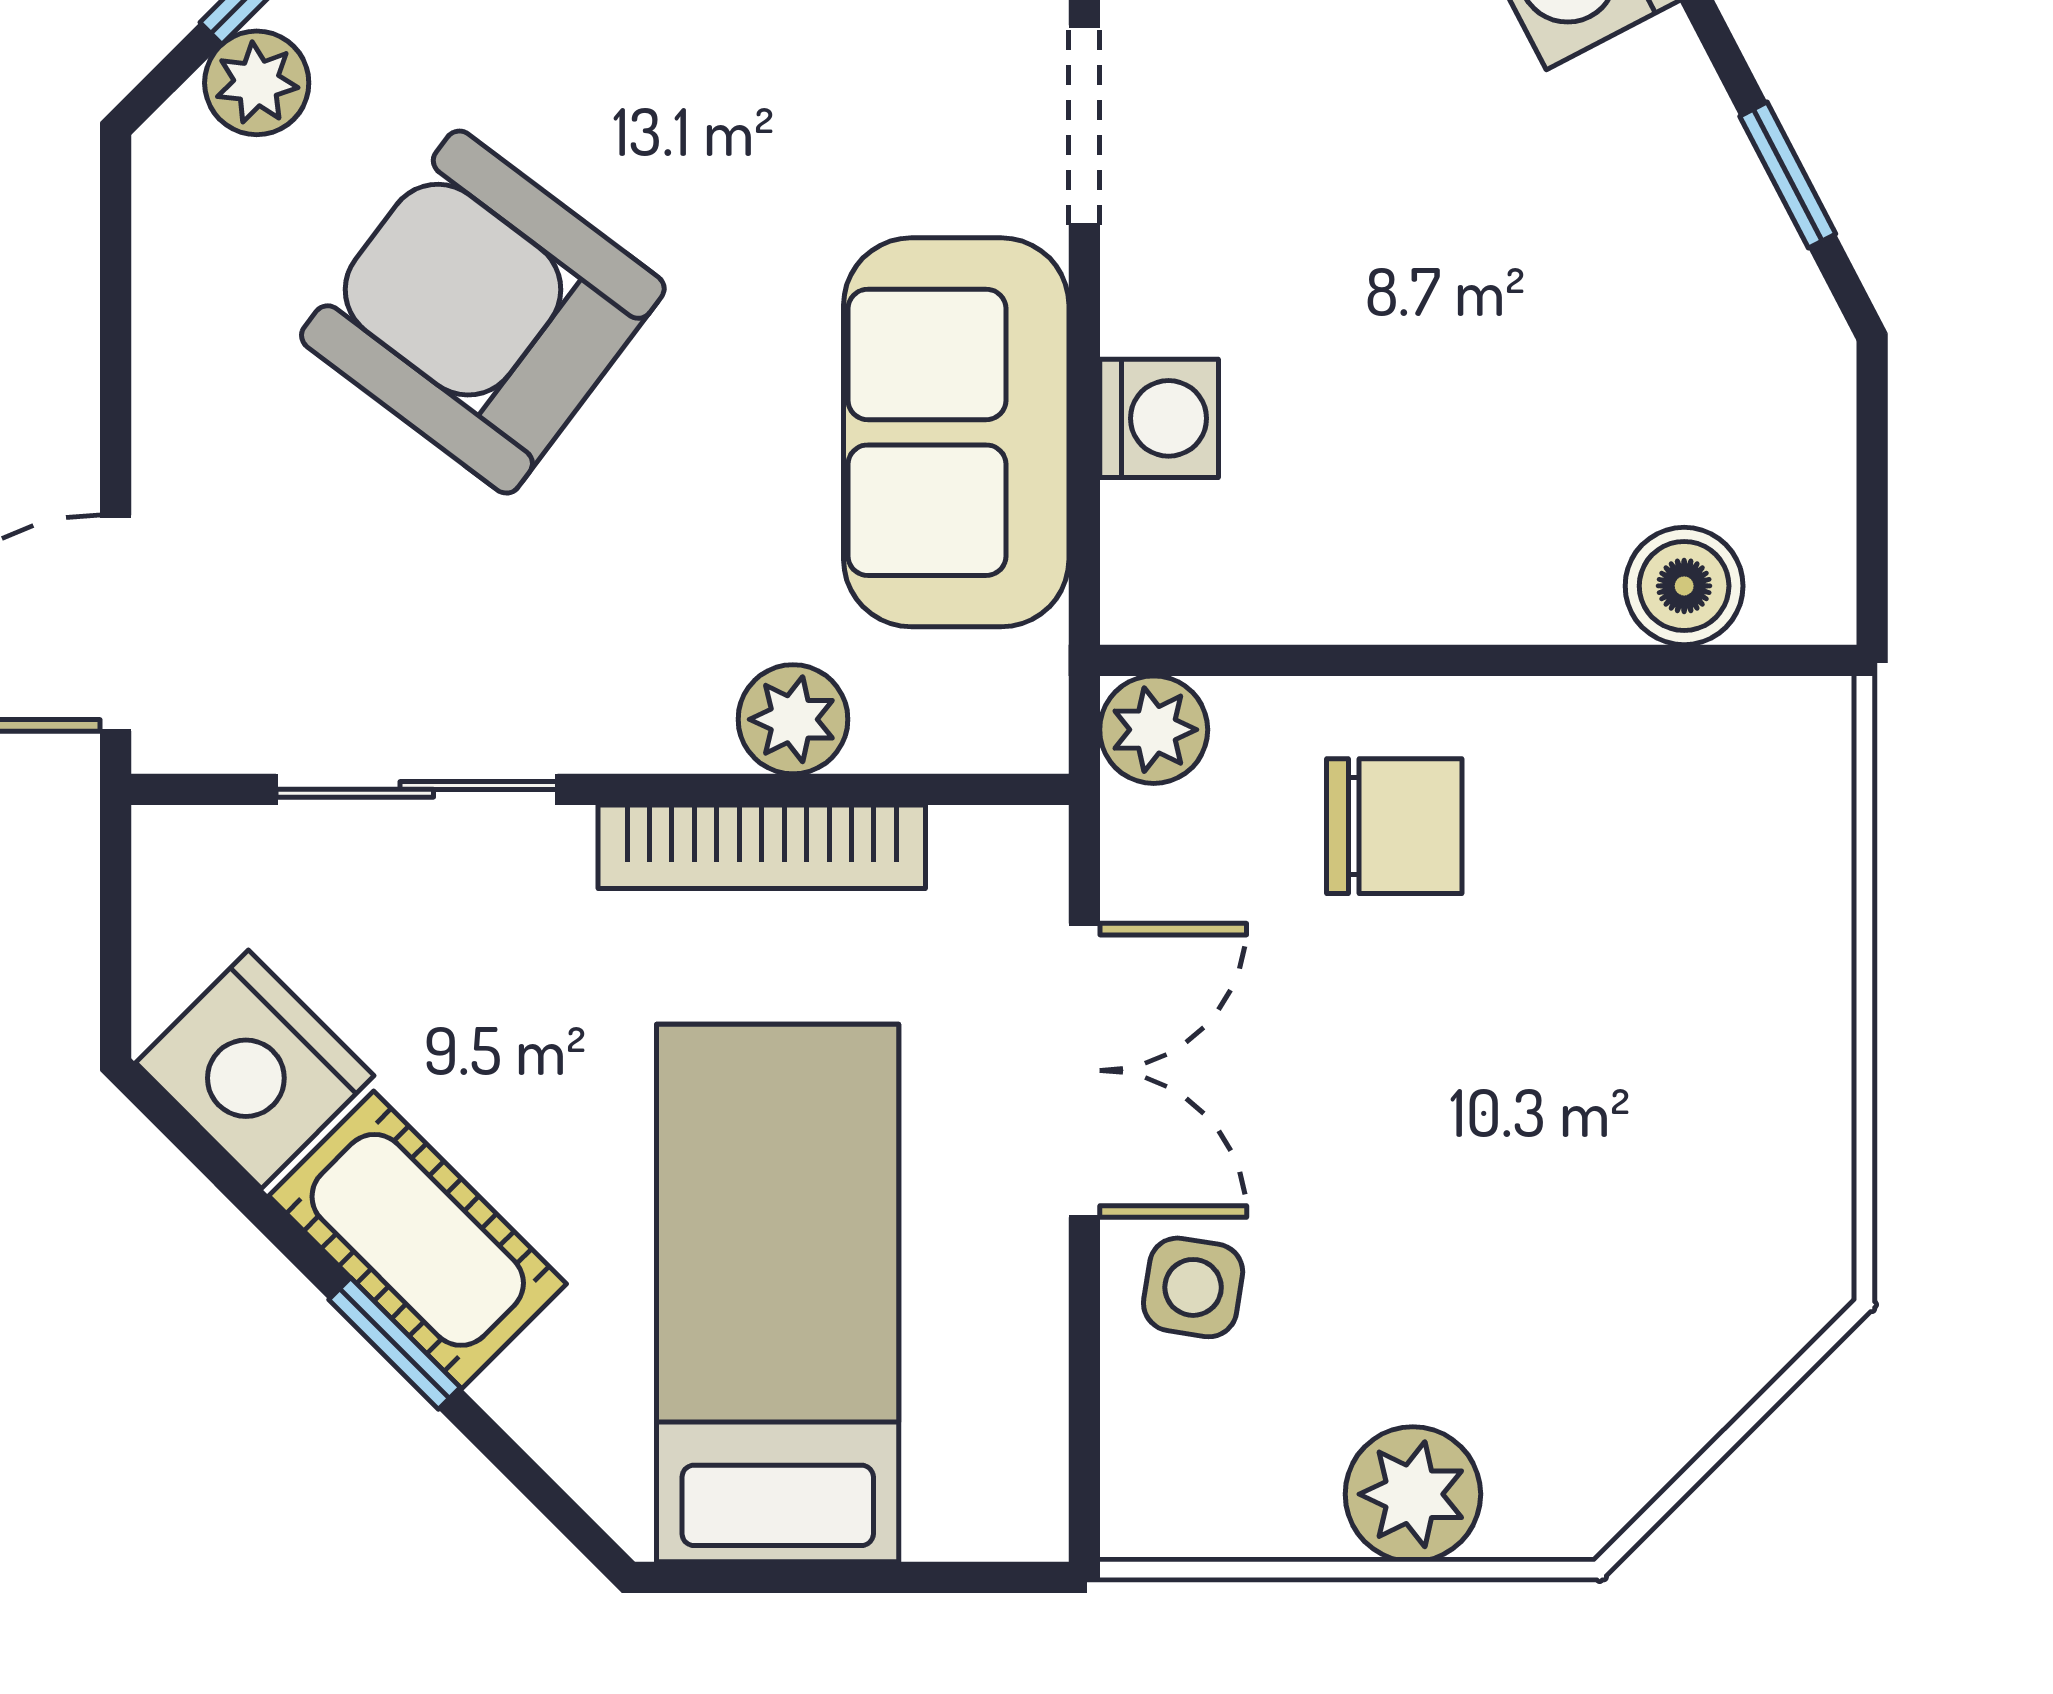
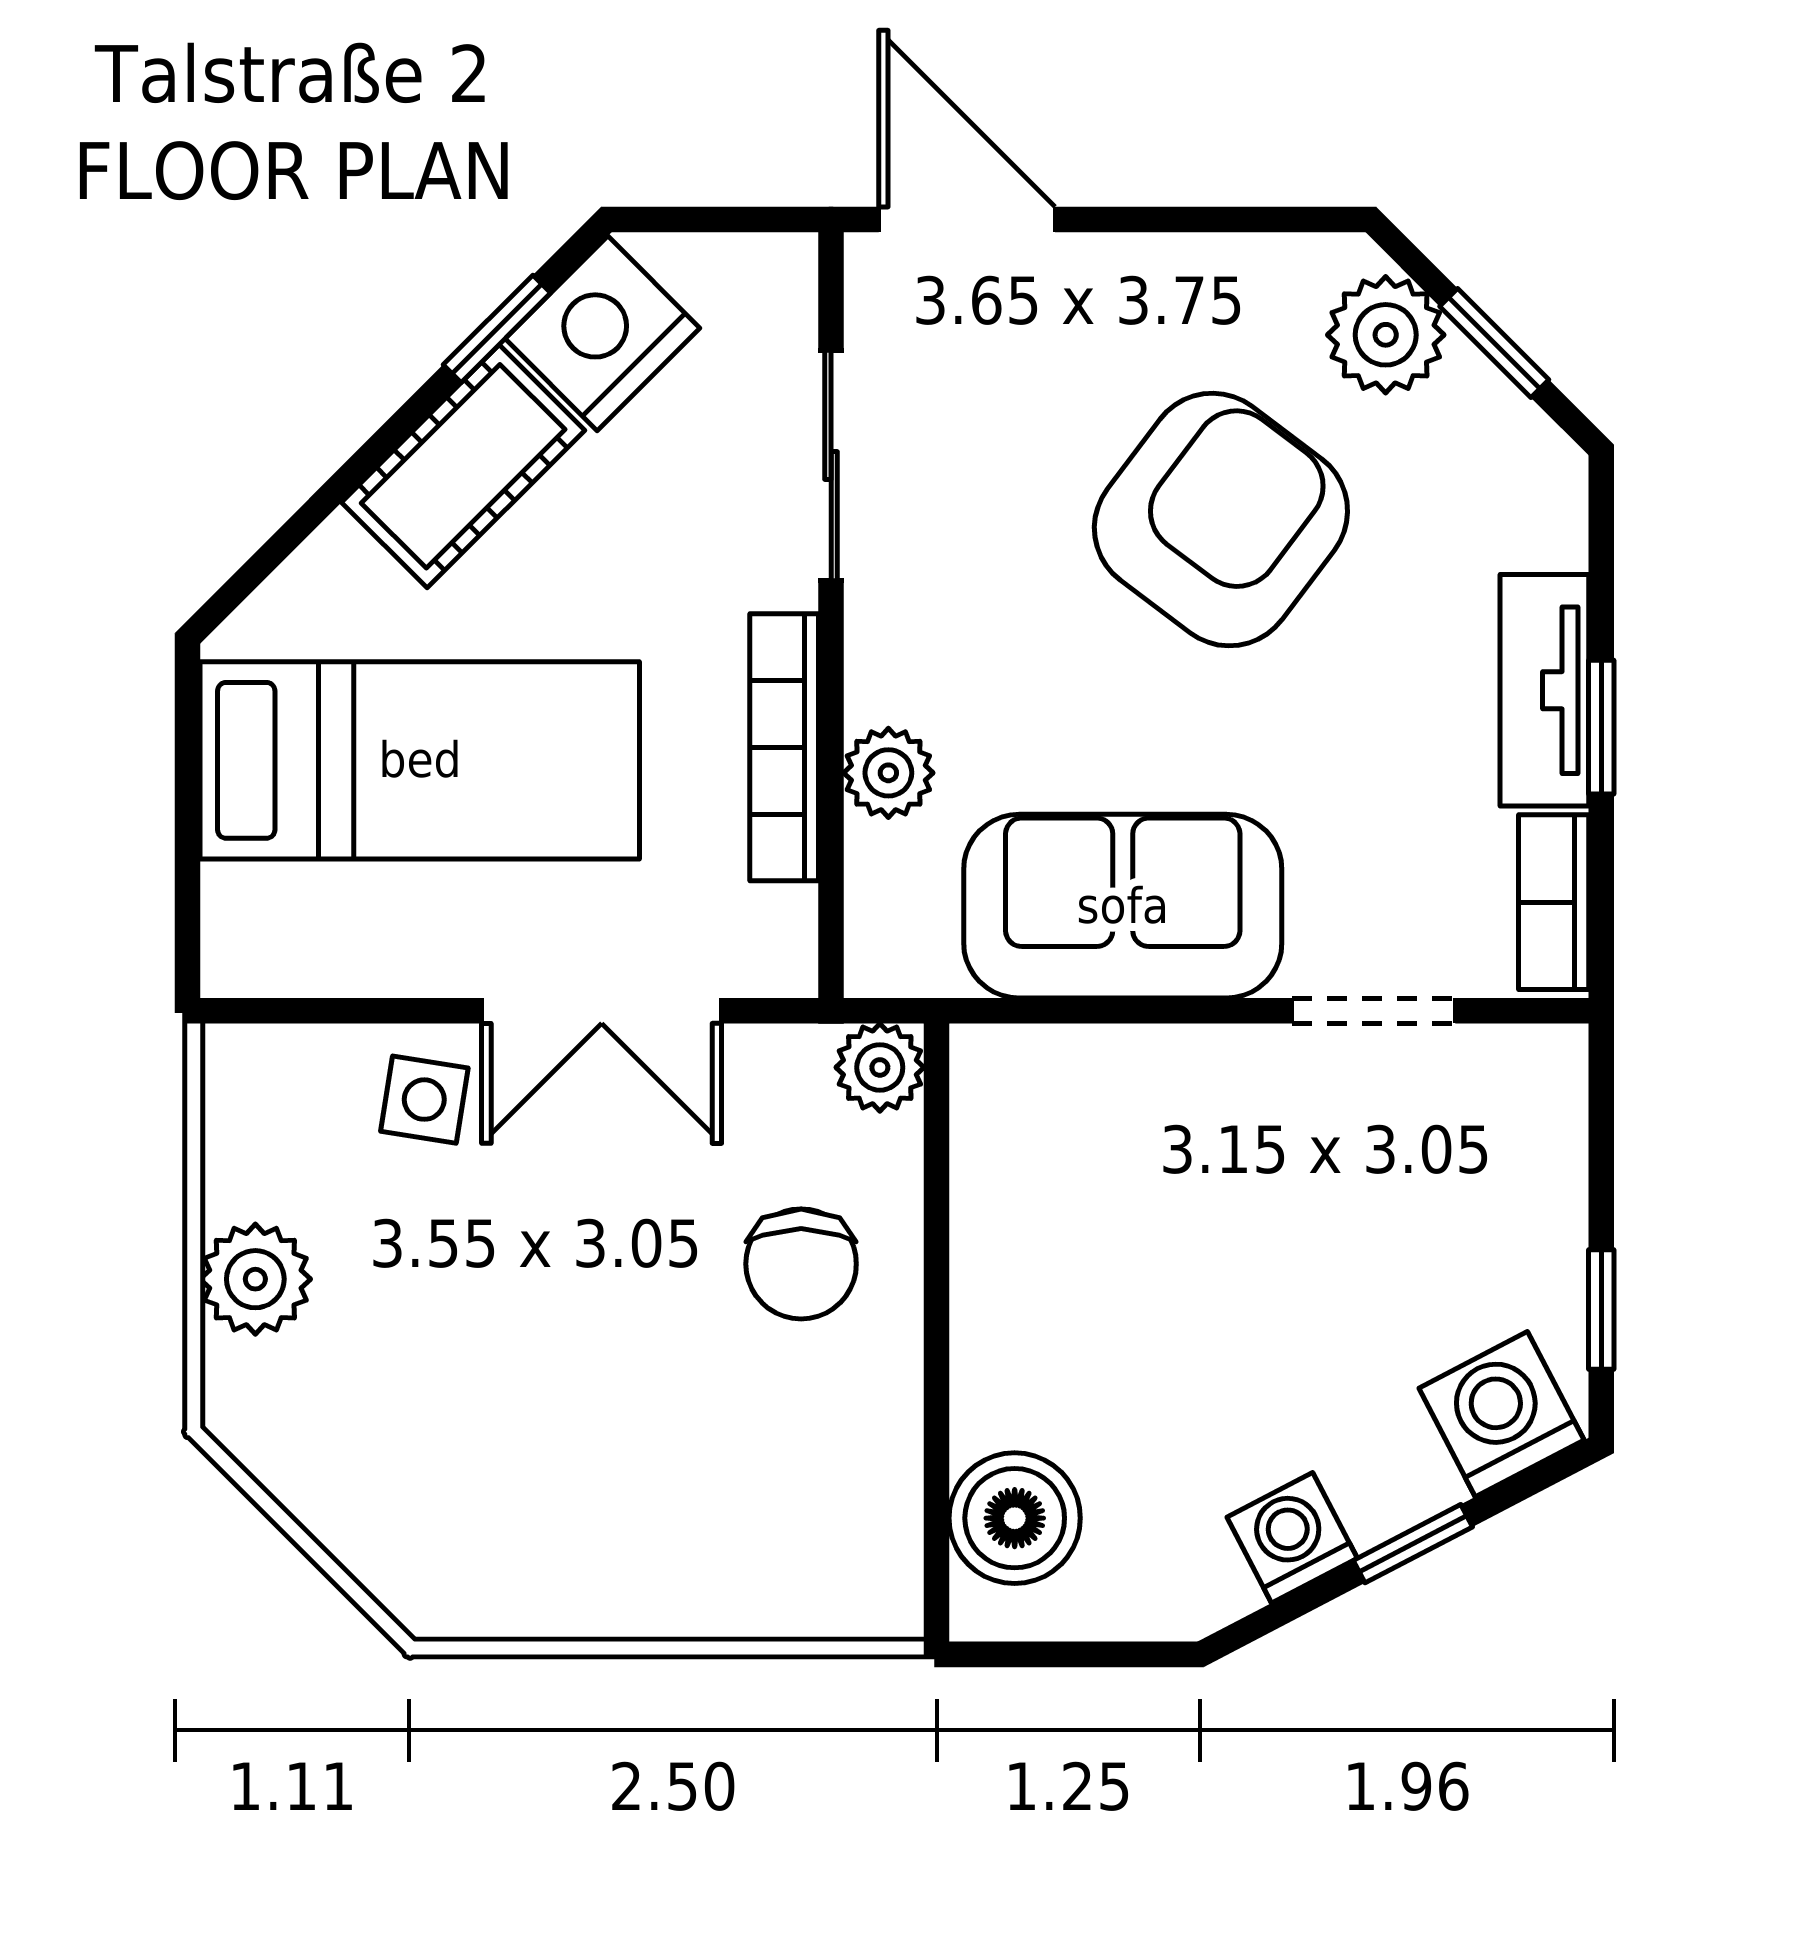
plant: (257, 83) -> (1386, 335), width x1.38, depth x1.38
window: (1788, 175) -> (1413, 1544), moved
washing machine: (1159, 418) -> (1292, 1538), moved, turned 152
boiler: (1684, 586) -> (1015, 1518), width x1.36, depth x1.36
window: (394, 1344) -> (497, 329), moved

